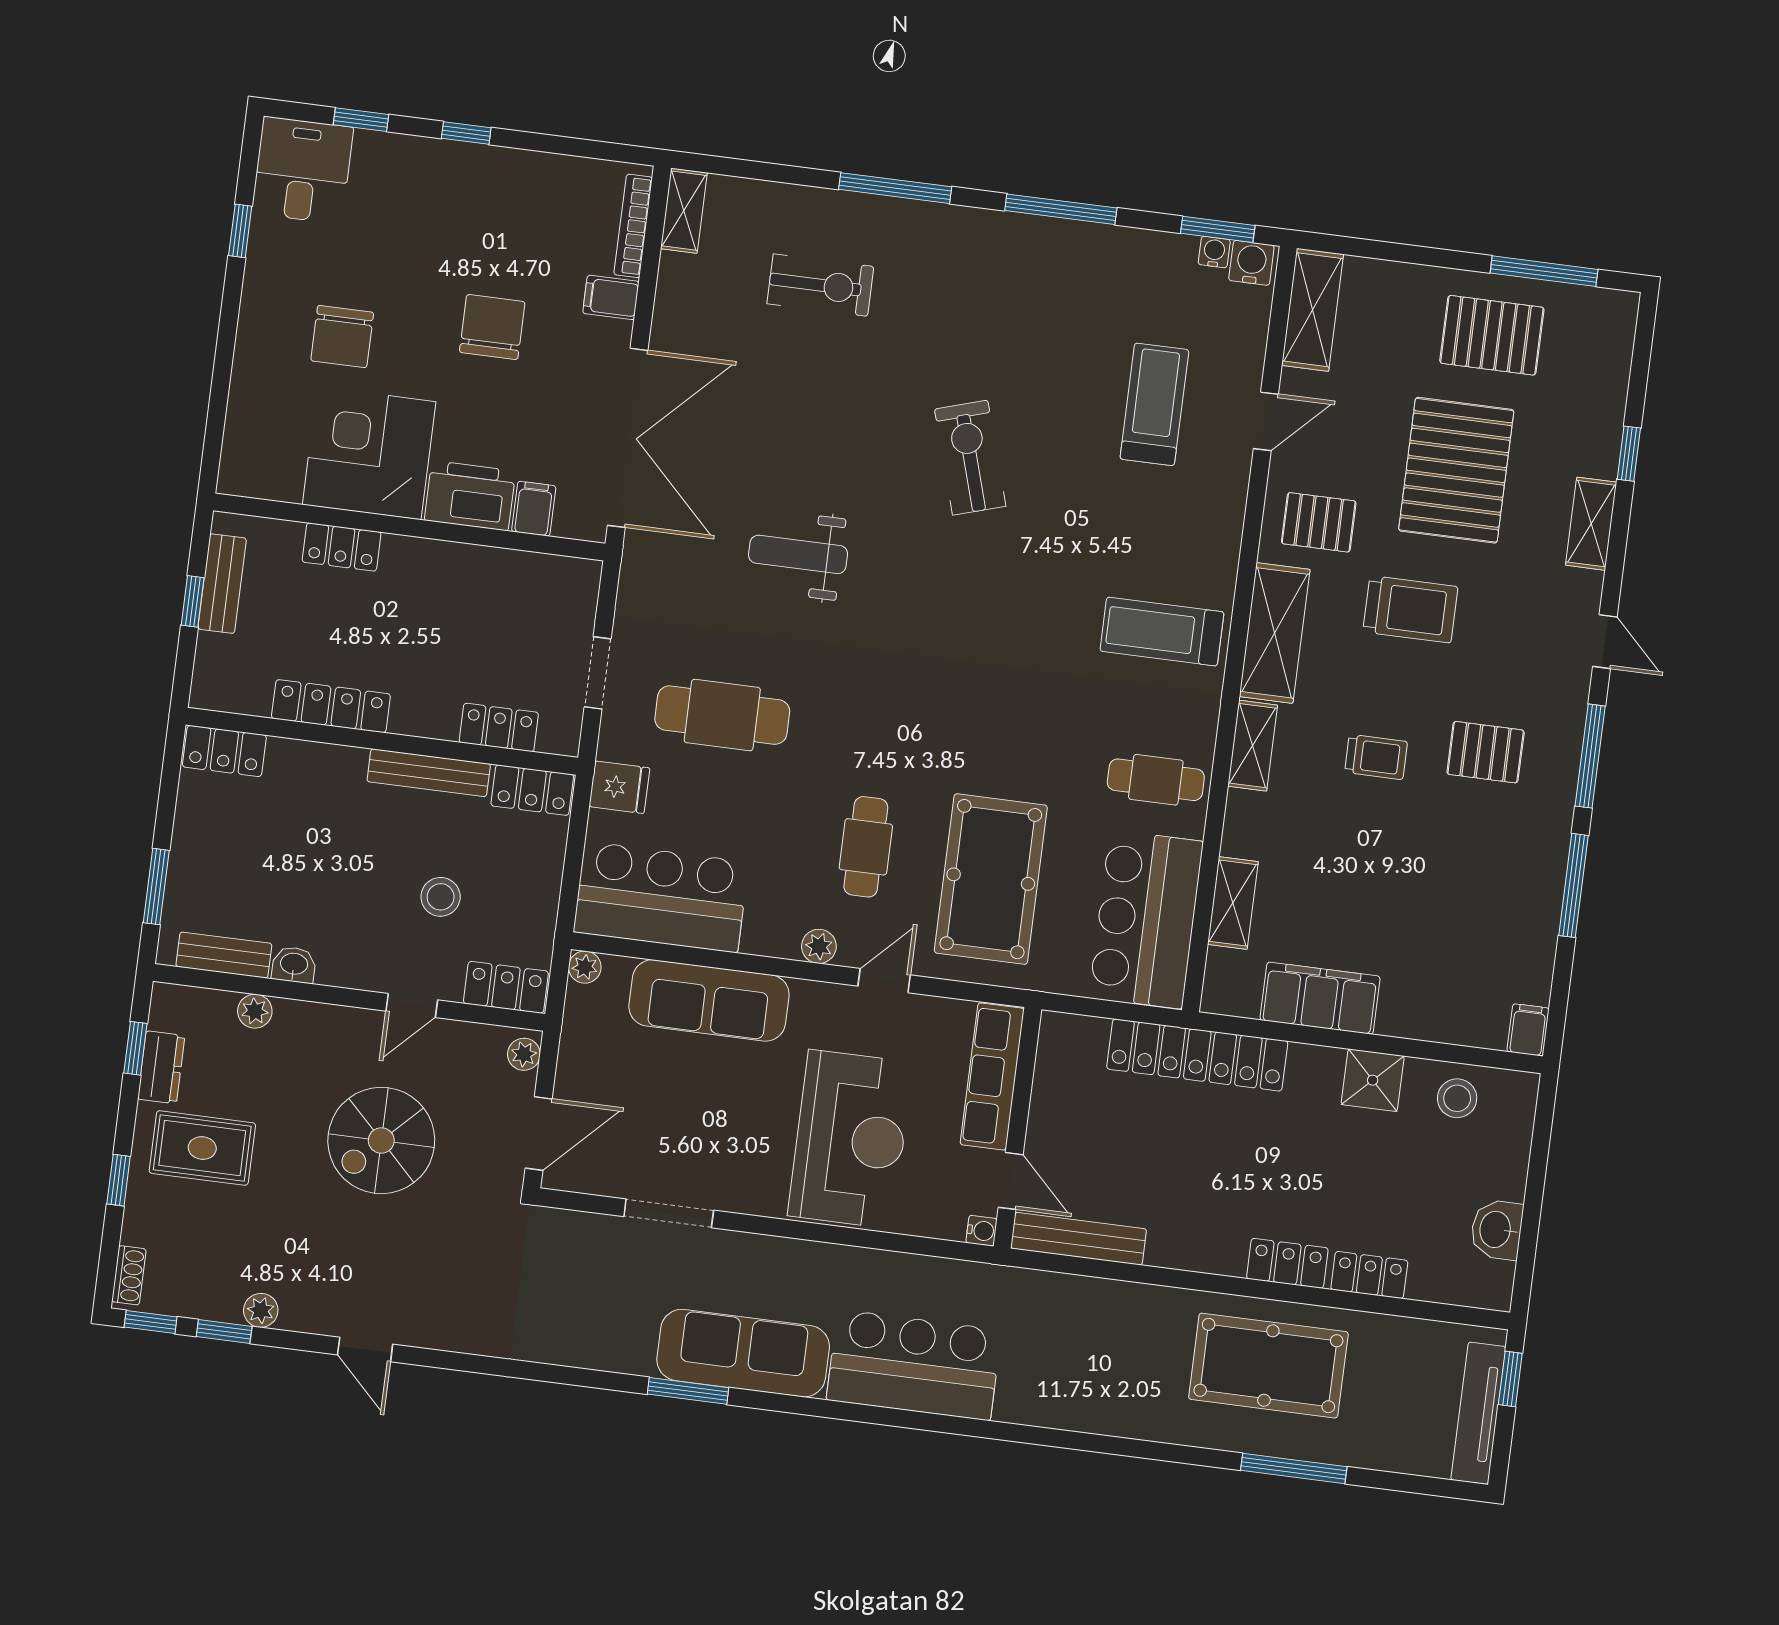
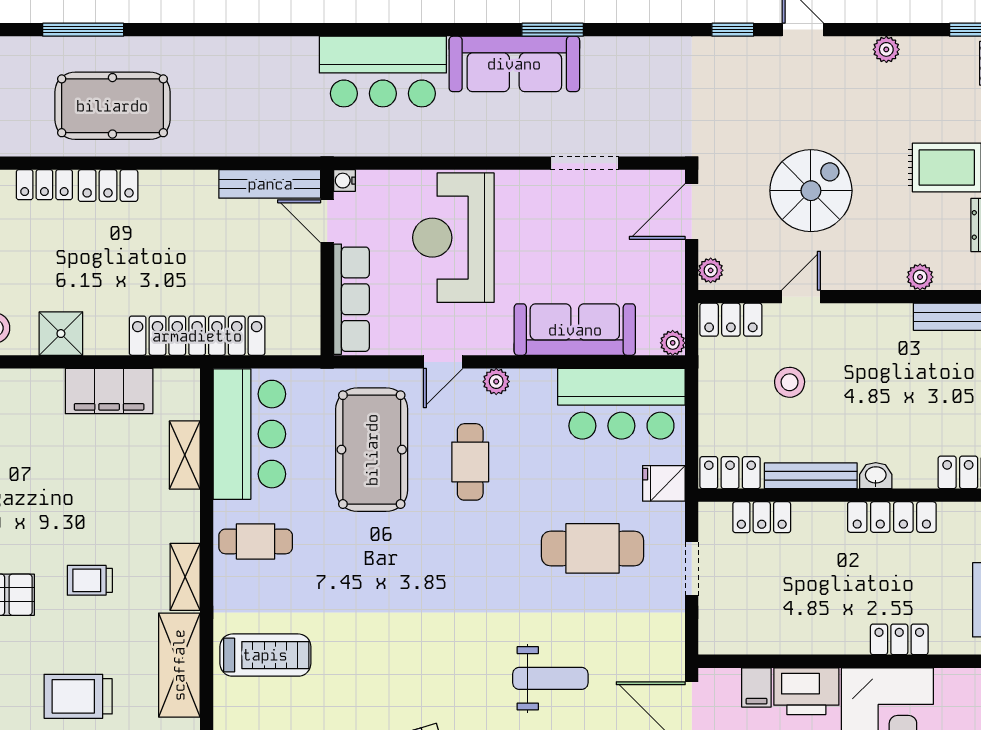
washbasin: (294, 965) -> (876, 476), moved, turned 180
window: (224, 1331) -> (733, 30), moved

